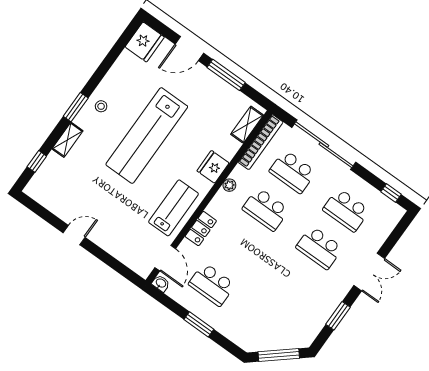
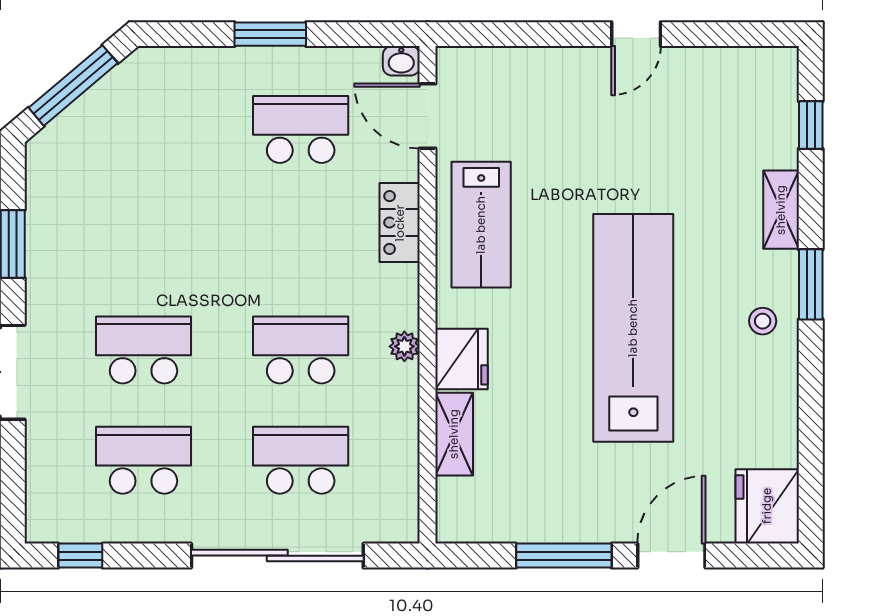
shelving: (247, 125) -> (454, 434), moved
bookcase: (261, 142) -> (404, 473), removed

